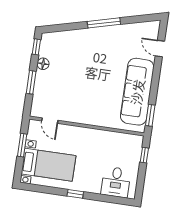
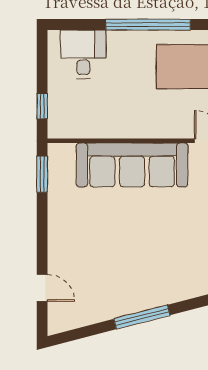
sofa: (137, 92) -> (132, 165), moved, turned 90
window: (75, 194) -> (148, 25), width x3.17

